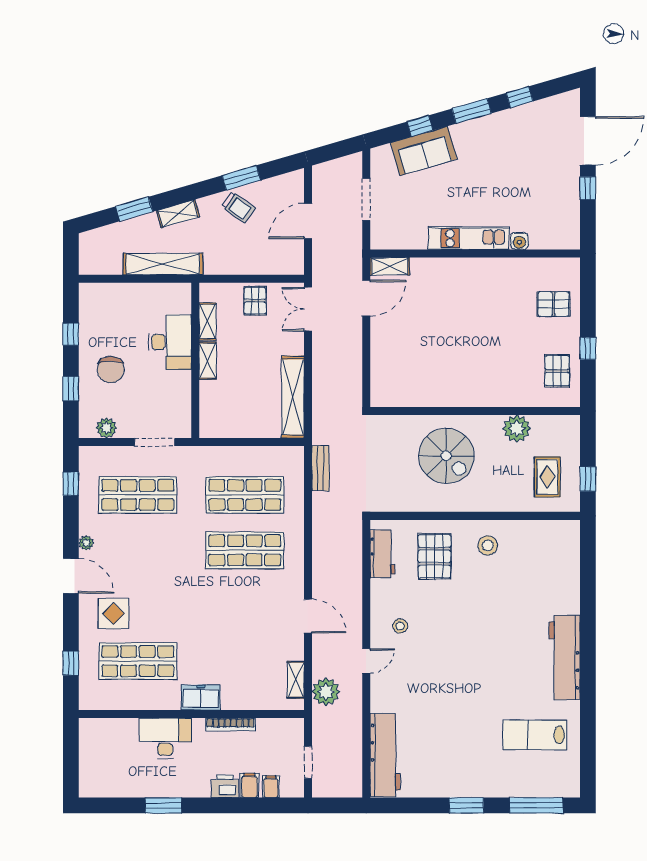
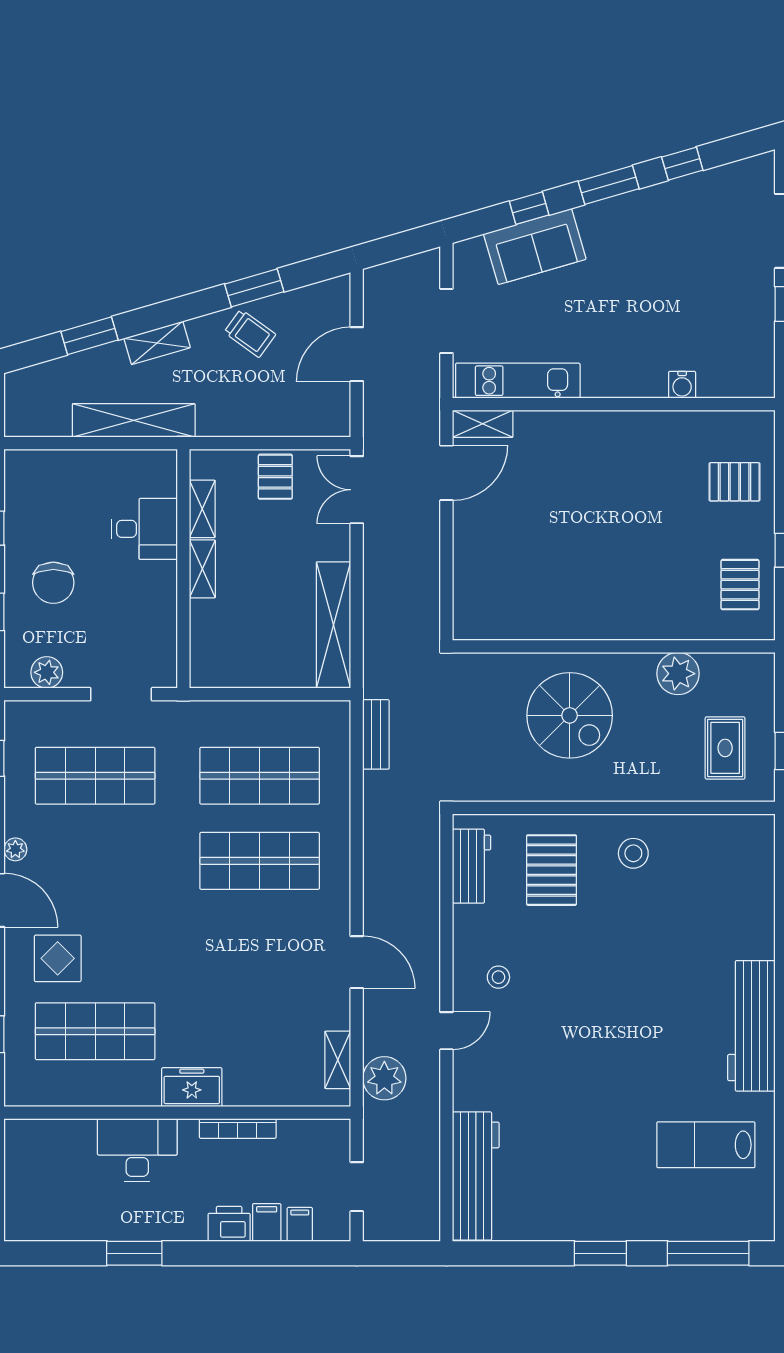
kitchen unit: (469, 238) -> (518, 381), moved
desk: (170, 342) -> (144, 529), width x0.73

